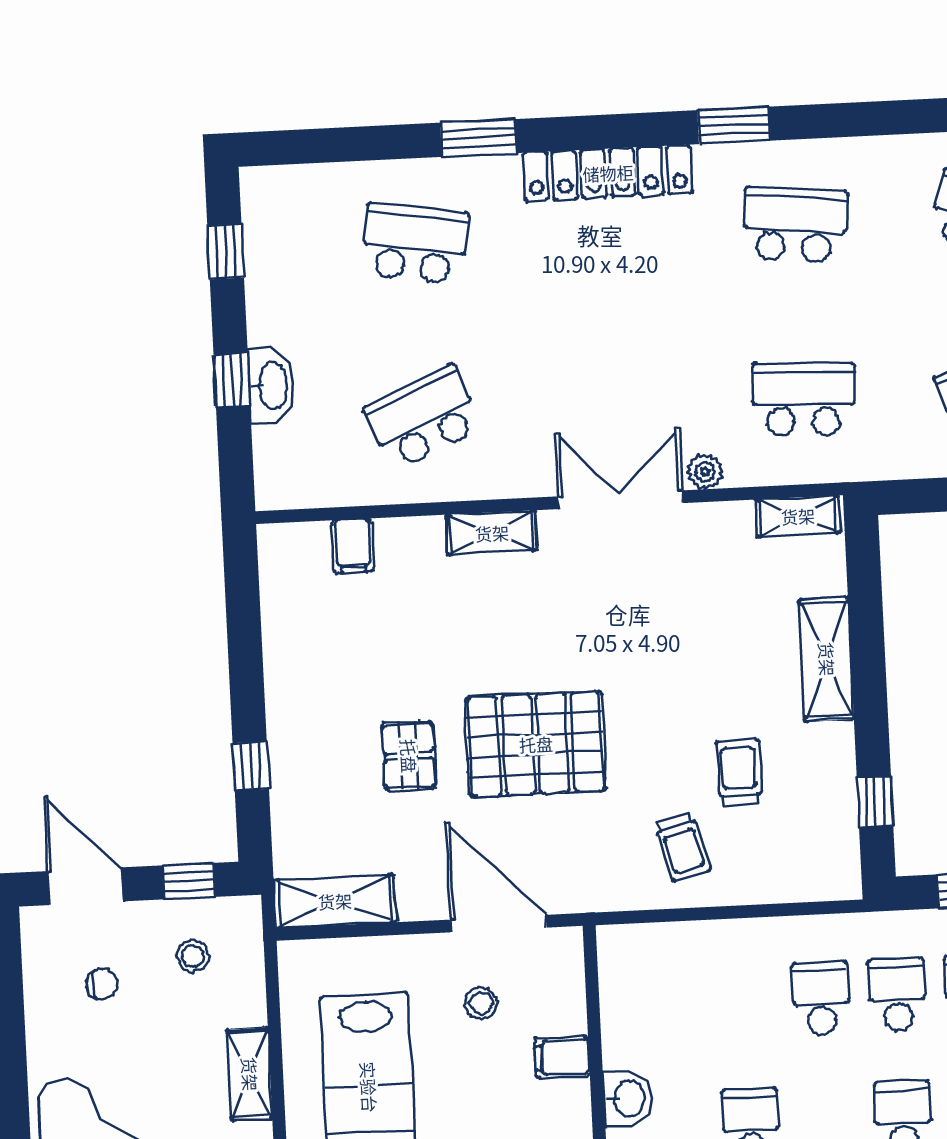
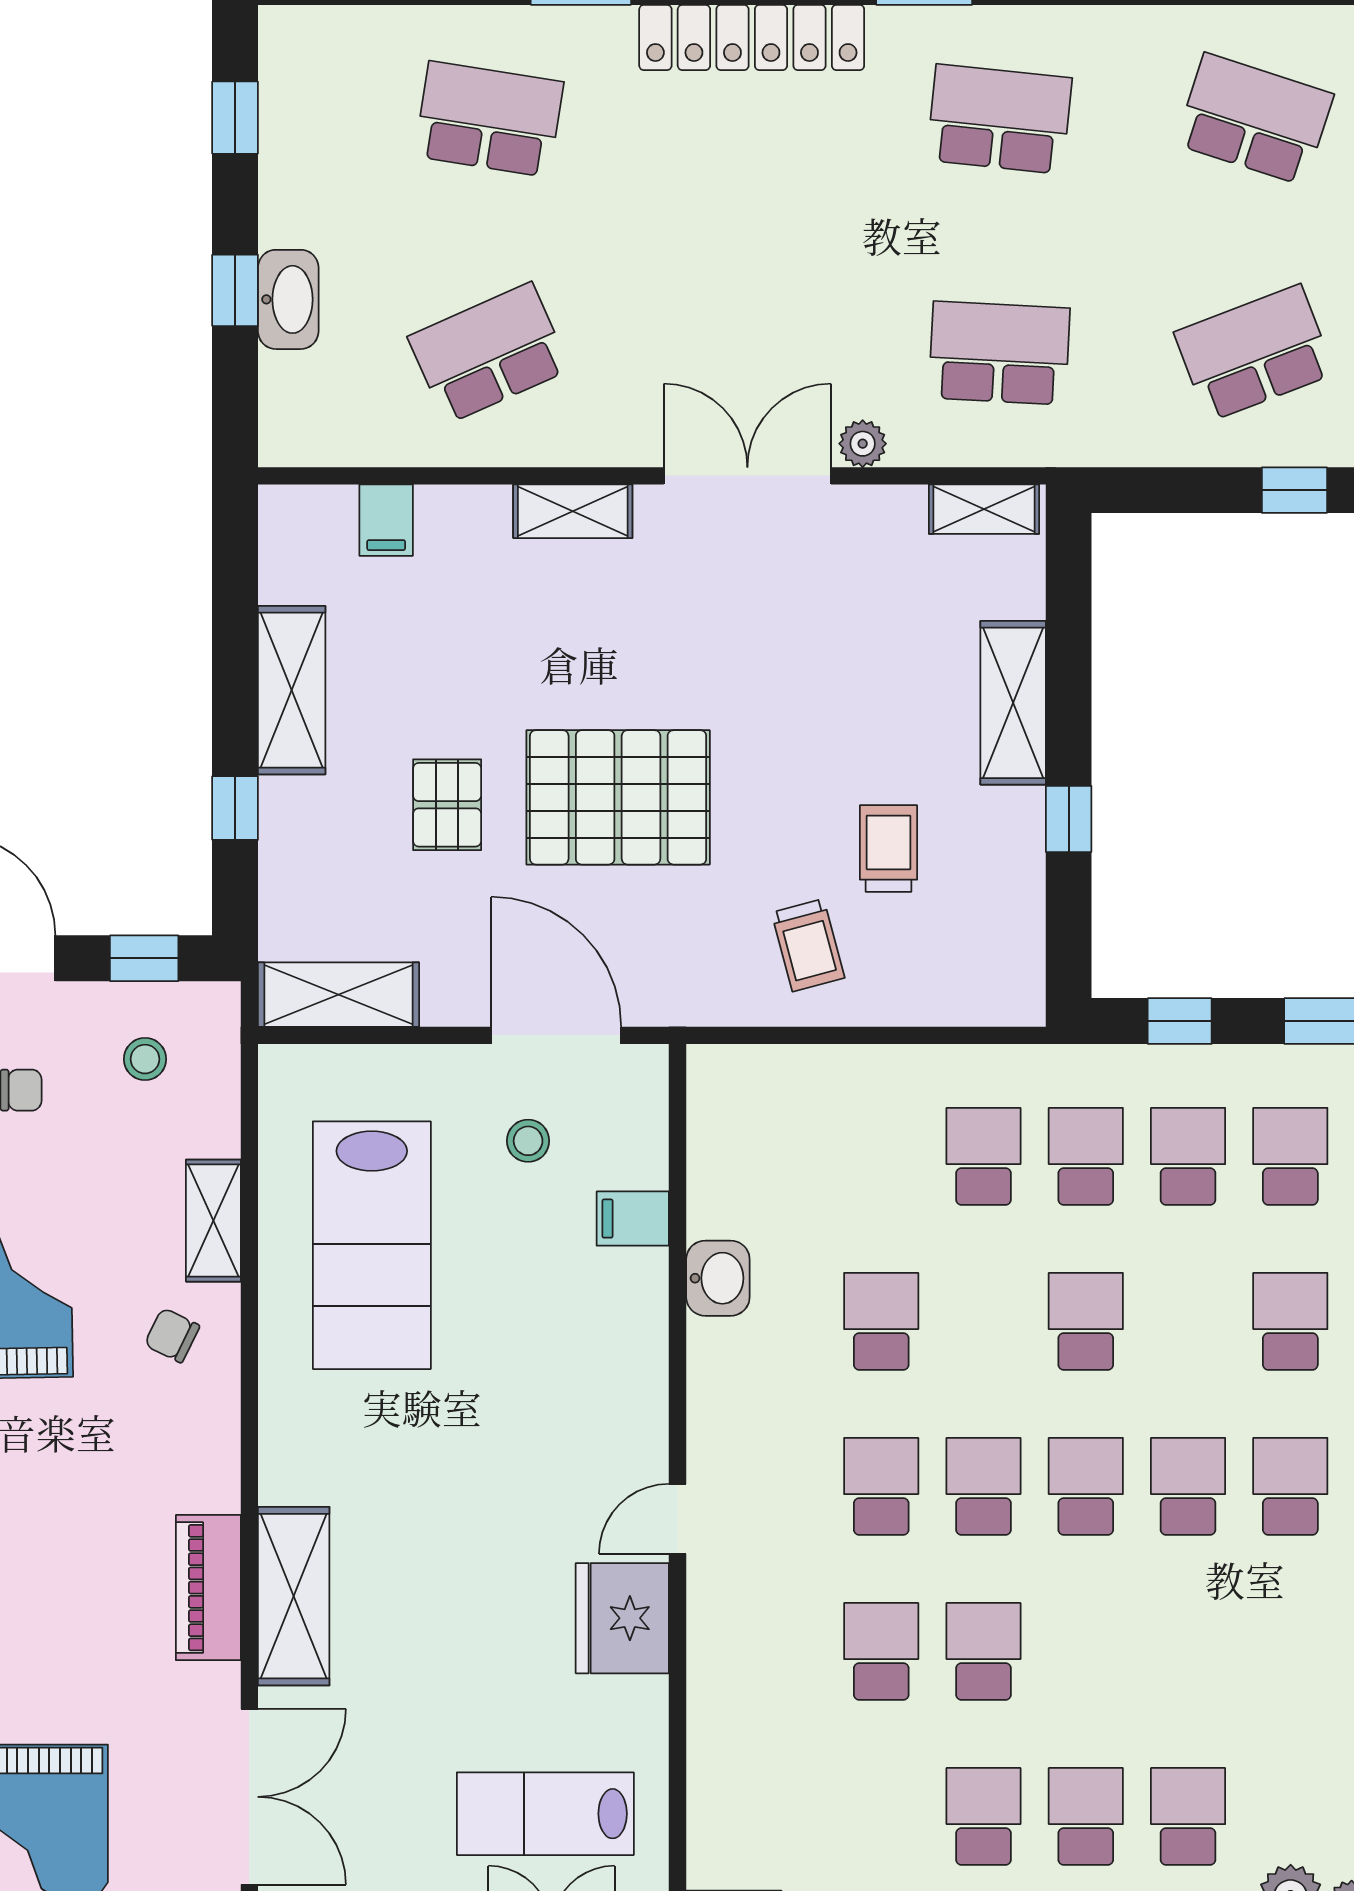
shelving: (289, 676) -> (292, 690), added
window: (875, 802) -> (1069, 819), moved

